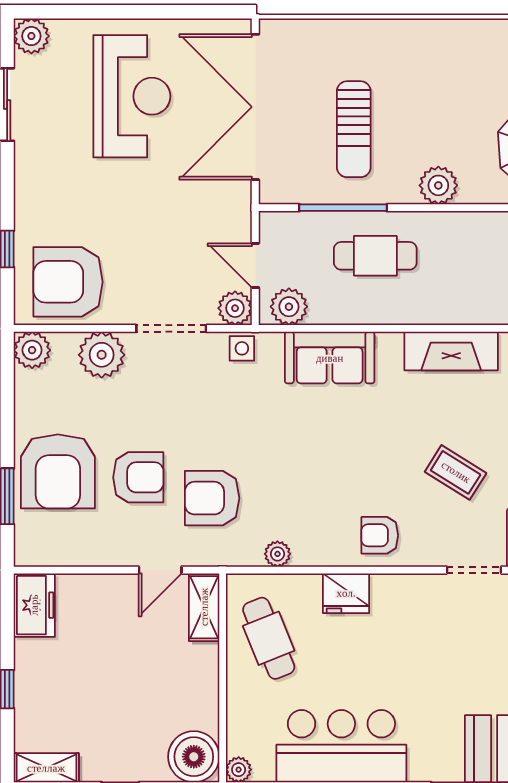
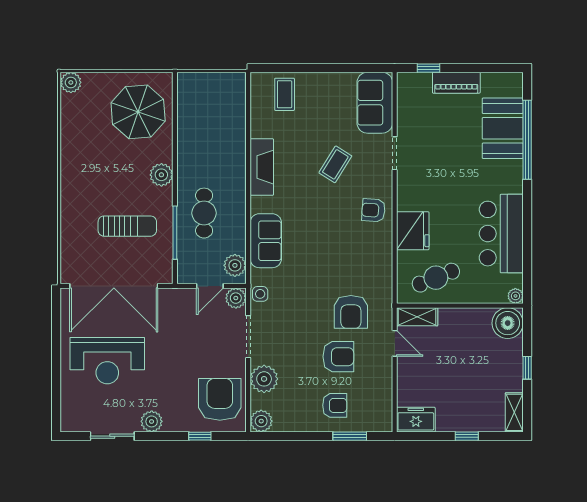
plant: (31, 36) -> (152, 421), moved
reception desk: (132, 96) -> (107, 361), turned 180
armchair: (68, 282) -> (220, 399), turned 180
armchair: (58, 471) -> (335, 405), width x0.53, depth x0.53
armchair: (138, 477) -> (338, 357), turned 90
armchair: (380, 535) -> (373, 210), turned 94
plant: (277, 554) -> (385, 272), removed
fridge: (346, 593) -> (413, 231), width x1.36, depth x1.34

